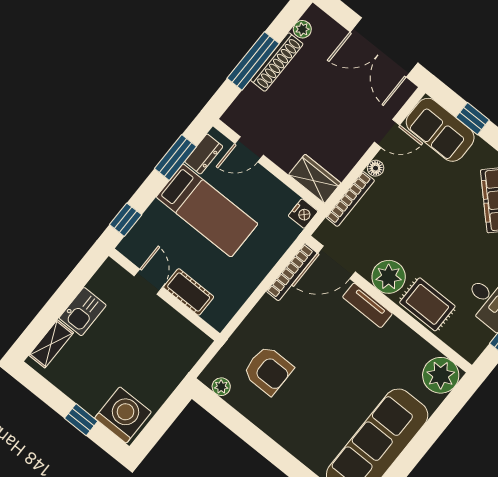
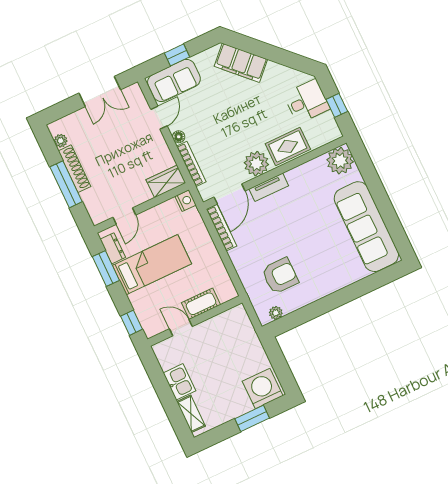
double door: (384, 47) -> (100, 91), width x0.73
window: (81, 420) -> (252, 418), width x1.50

